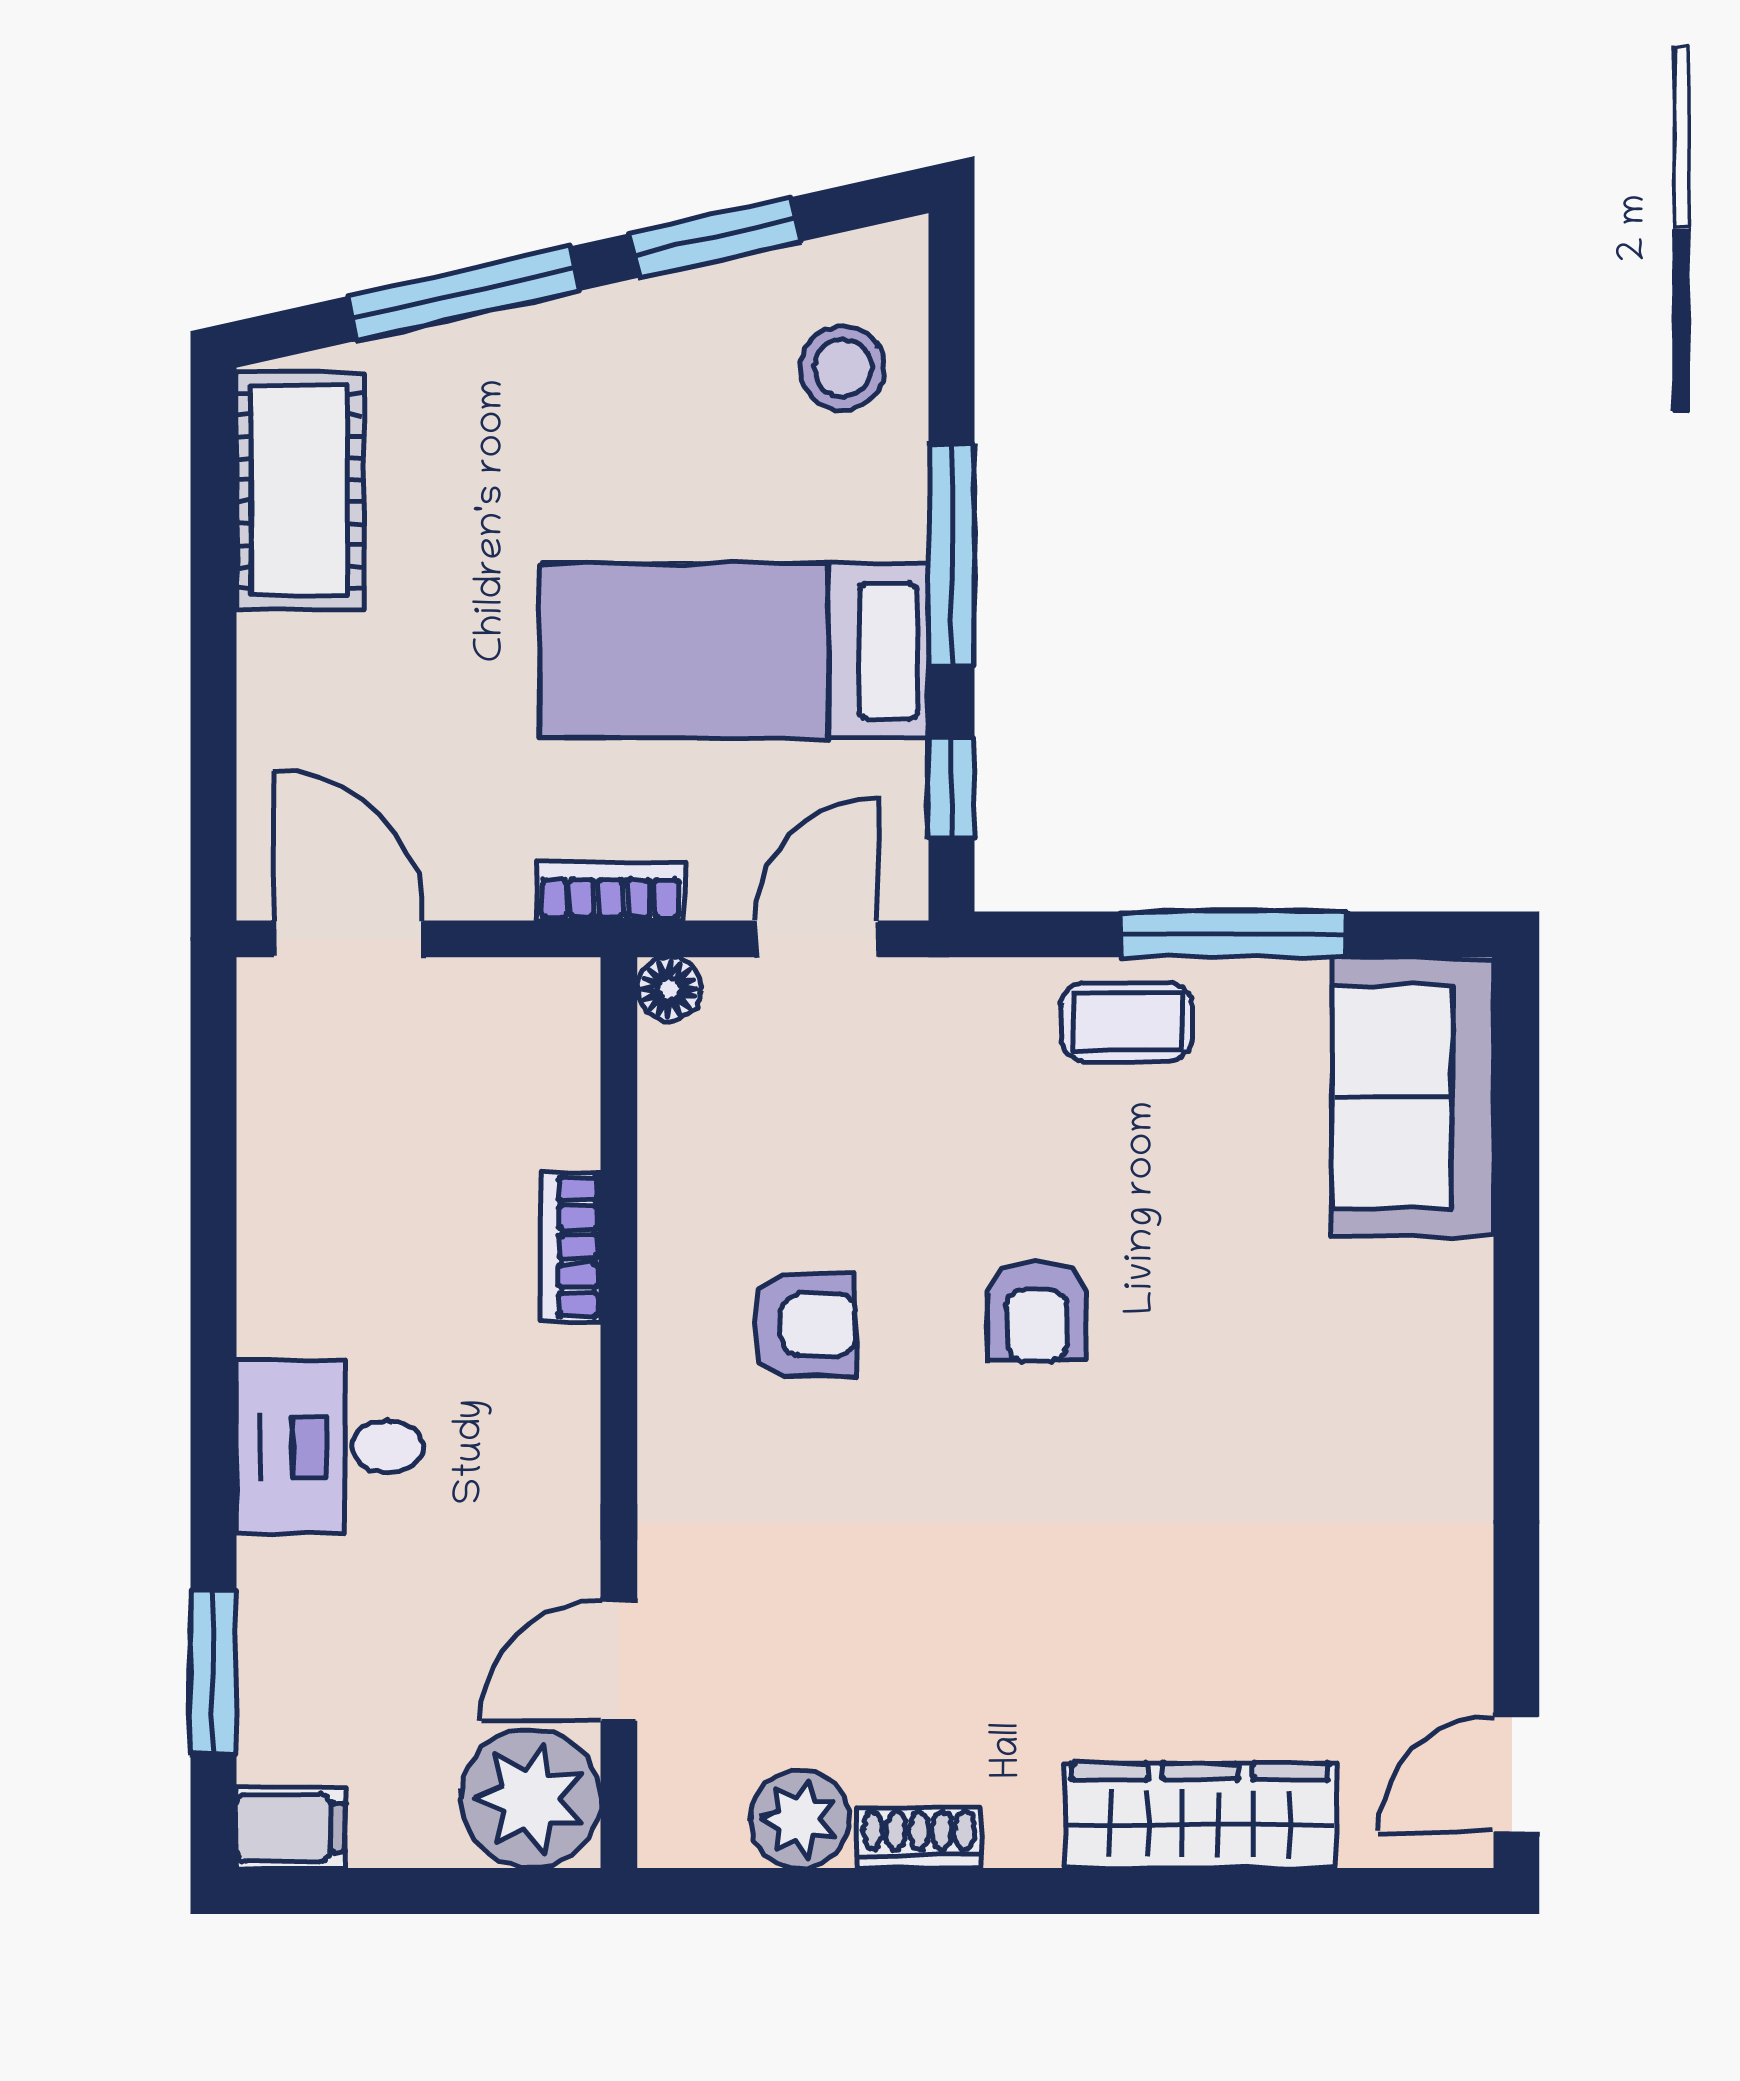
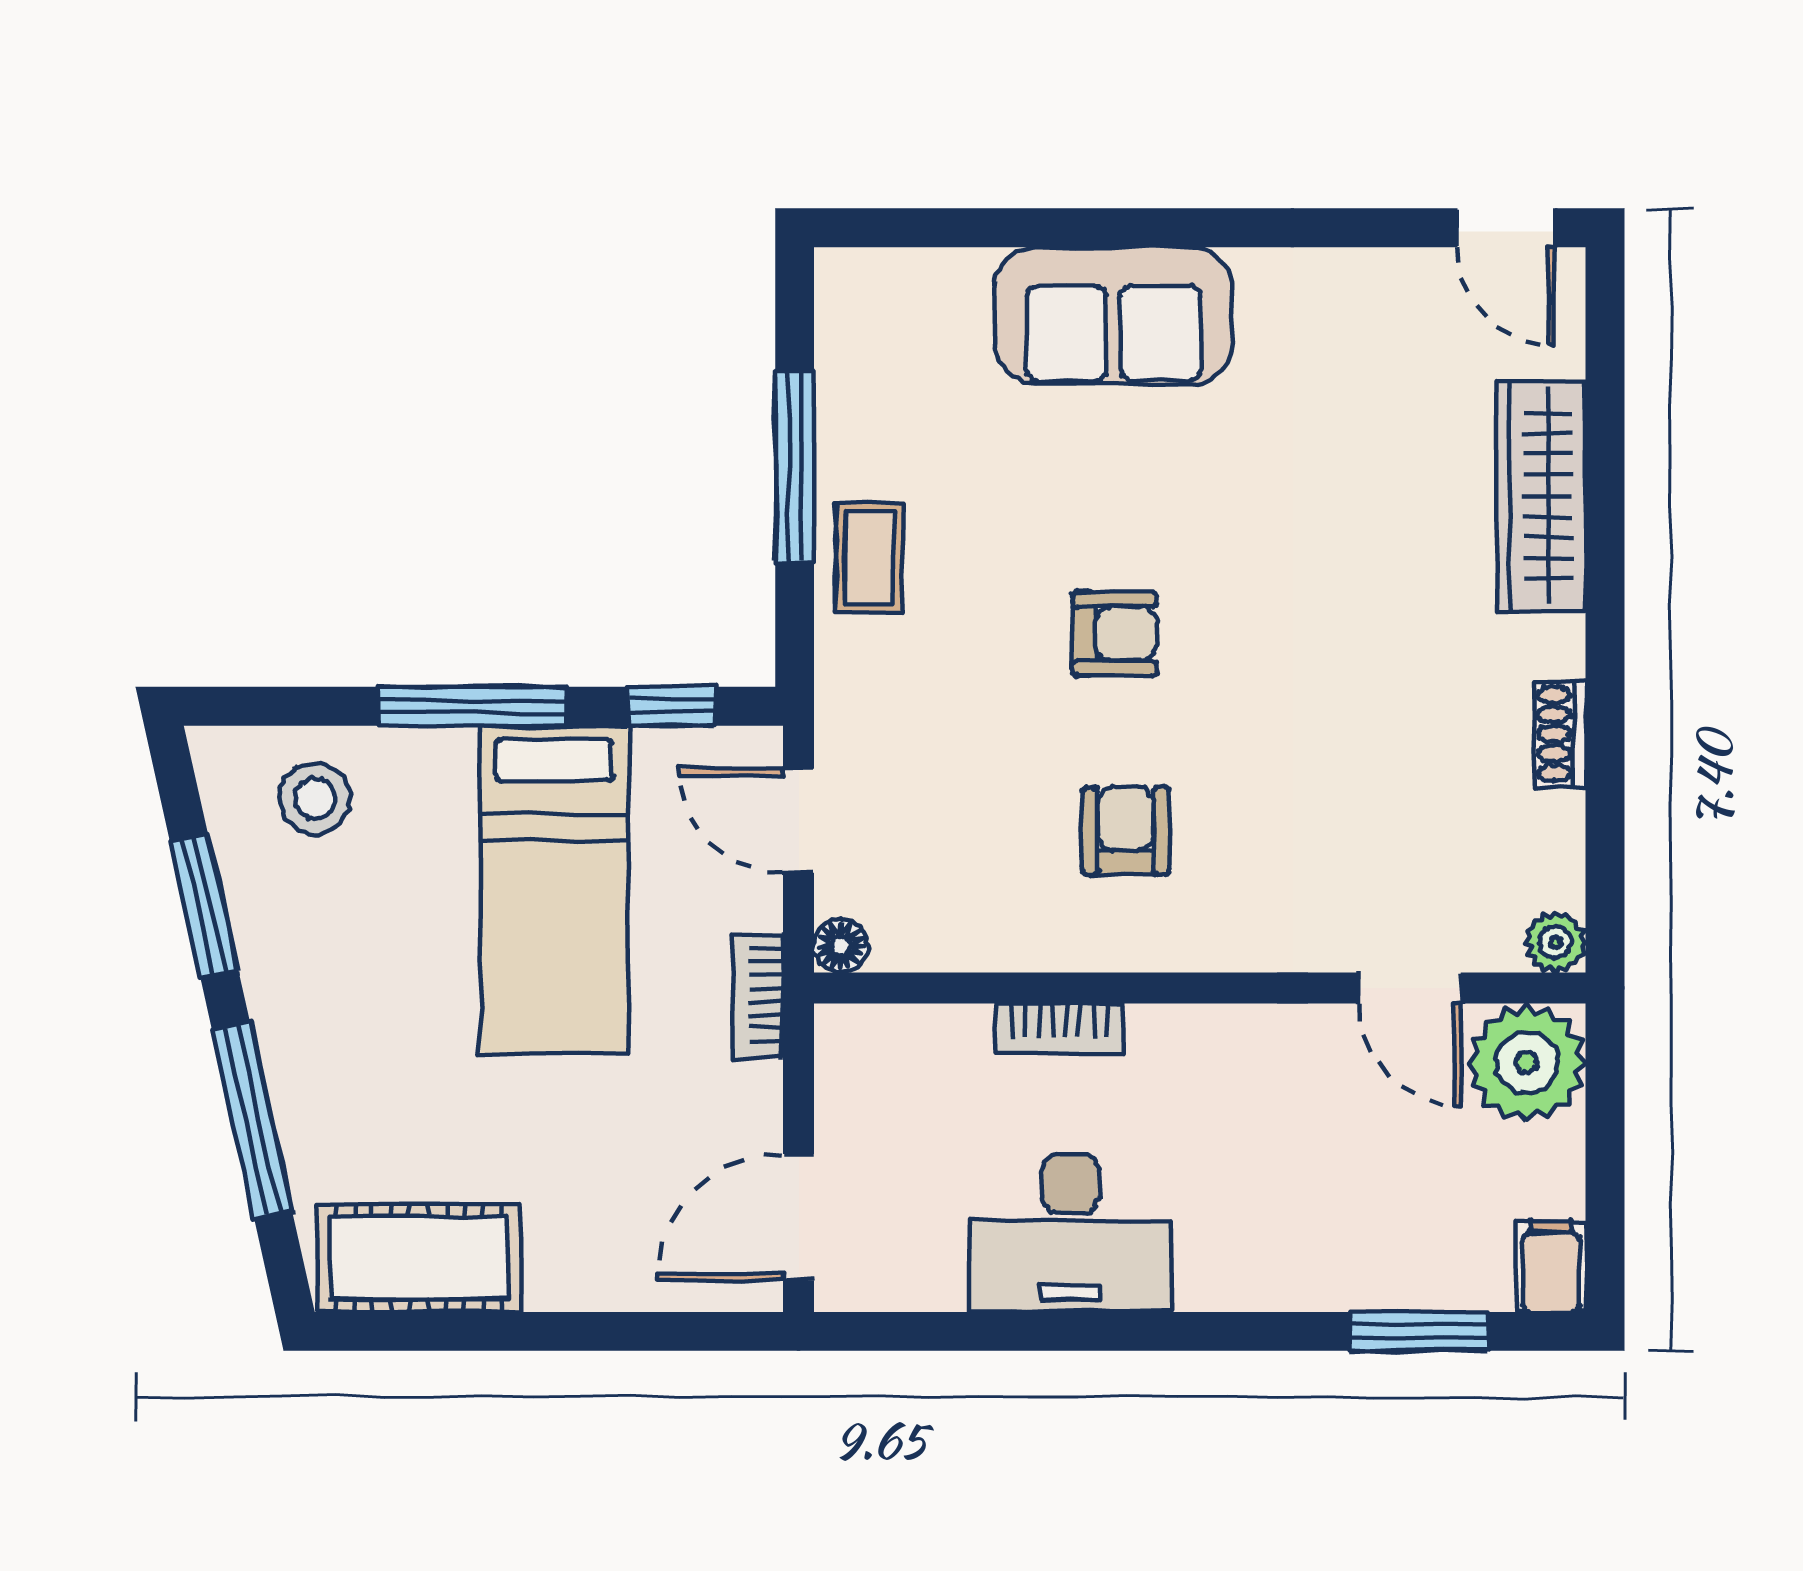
sofa: (1413, 1097) -> (1114, 315), moved
desk: (330, 1447) -> (1071, 1233), moved, width x1.37
plant: (800, 1819) -> (1555, 942), moved, width x0.73, depth x0.73

